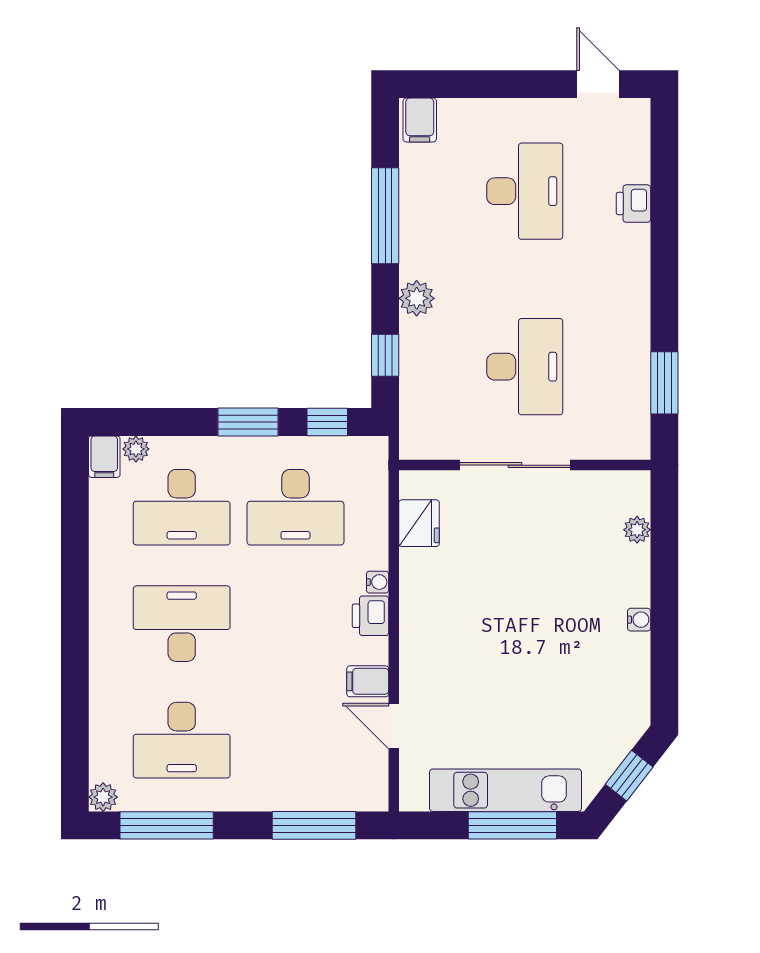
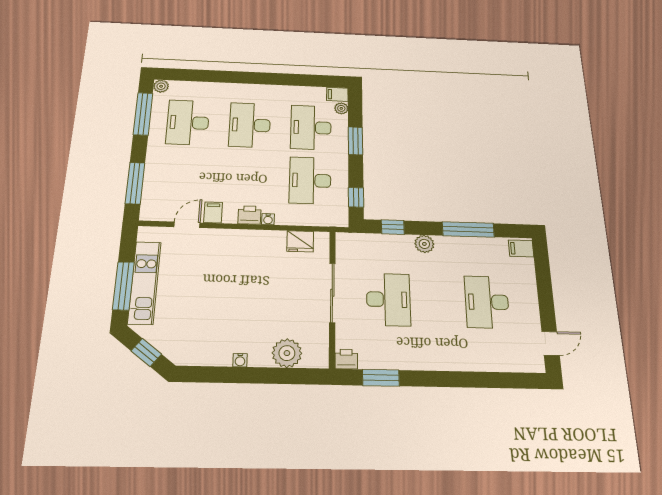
desk: (525, 191) -> (487, 302), turned 90
printer: (633, 204) -> (346, 359), moved
desk: (525, 367) -> (388, 299), turned -90
window: (248, 422) -> (355, 141), moved
plant: (637, 530) -> (287, 353), width x1.88, depth x1.88
desk: (182, 624) -> (250, 125), turned 180

